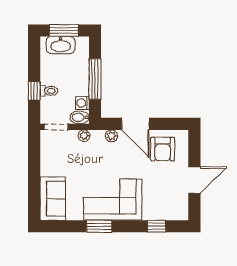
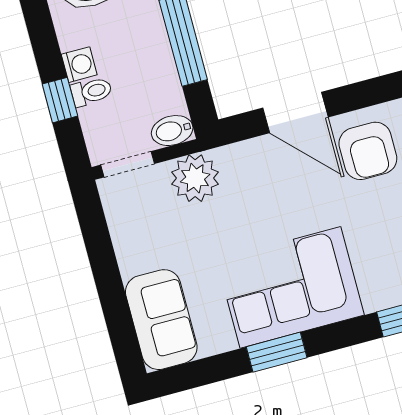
washing machine: (82, 103) -> (79, 65), moved, turned 180
plant: (84, 136) -> (195, 178), width x1.88, depth x1.88
plant: (111, 136) -> (251, 152), removed

